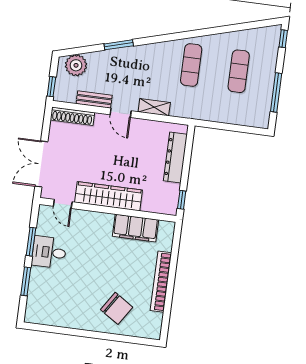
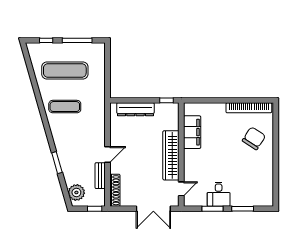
window: (283, 39) -> (46, 40), moved
exercise mat: (239, 71) -> (65, 70), width x1.36, depth x1.45
shelving: (154, 107) -> (100, 130), removed
bookcase: (161, 282) -> (249, 108), moved

